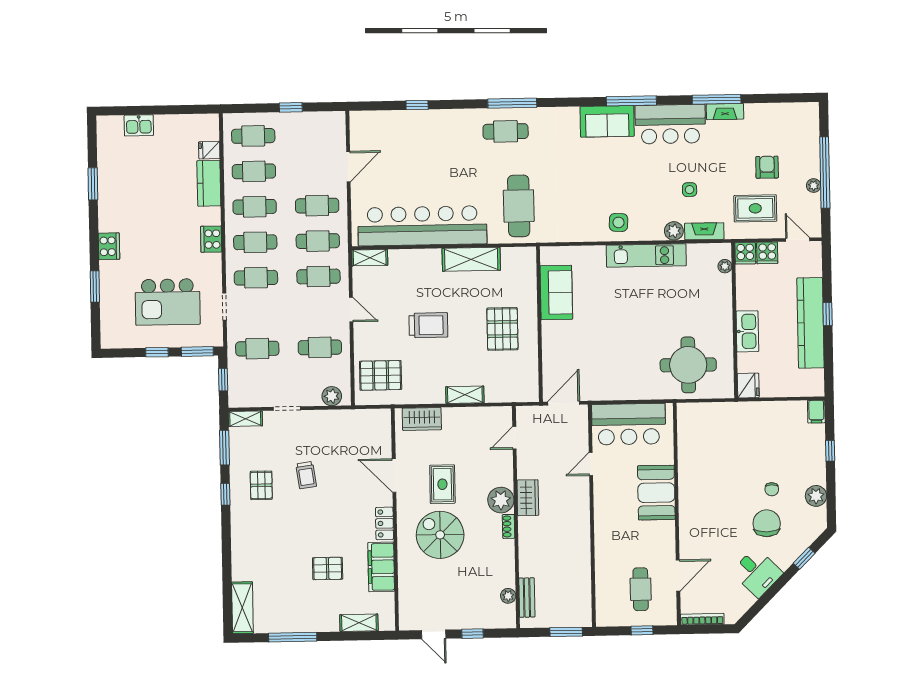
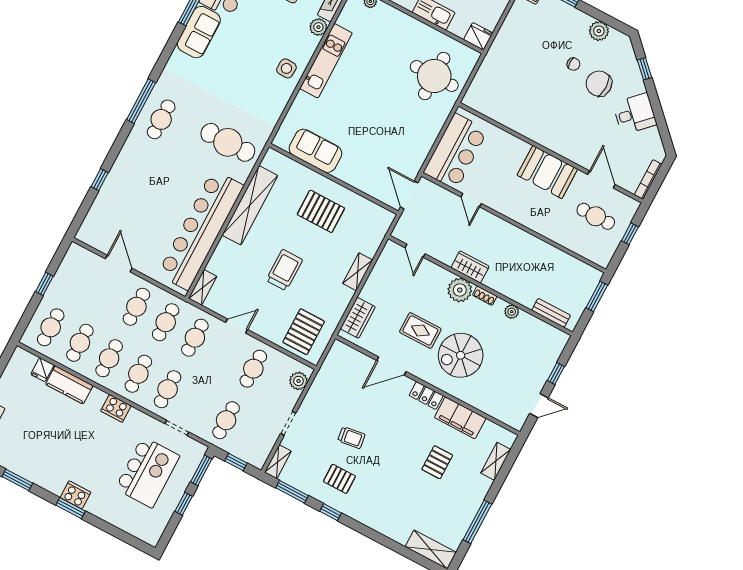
shelving: (471, 259) -> (250, 205), width x1.47
window: (95, 286) -> (71, 508), moved
booth: (656, 493) -> (547, 172), moved
plant: (508, 596) -> (512, 312), moved

